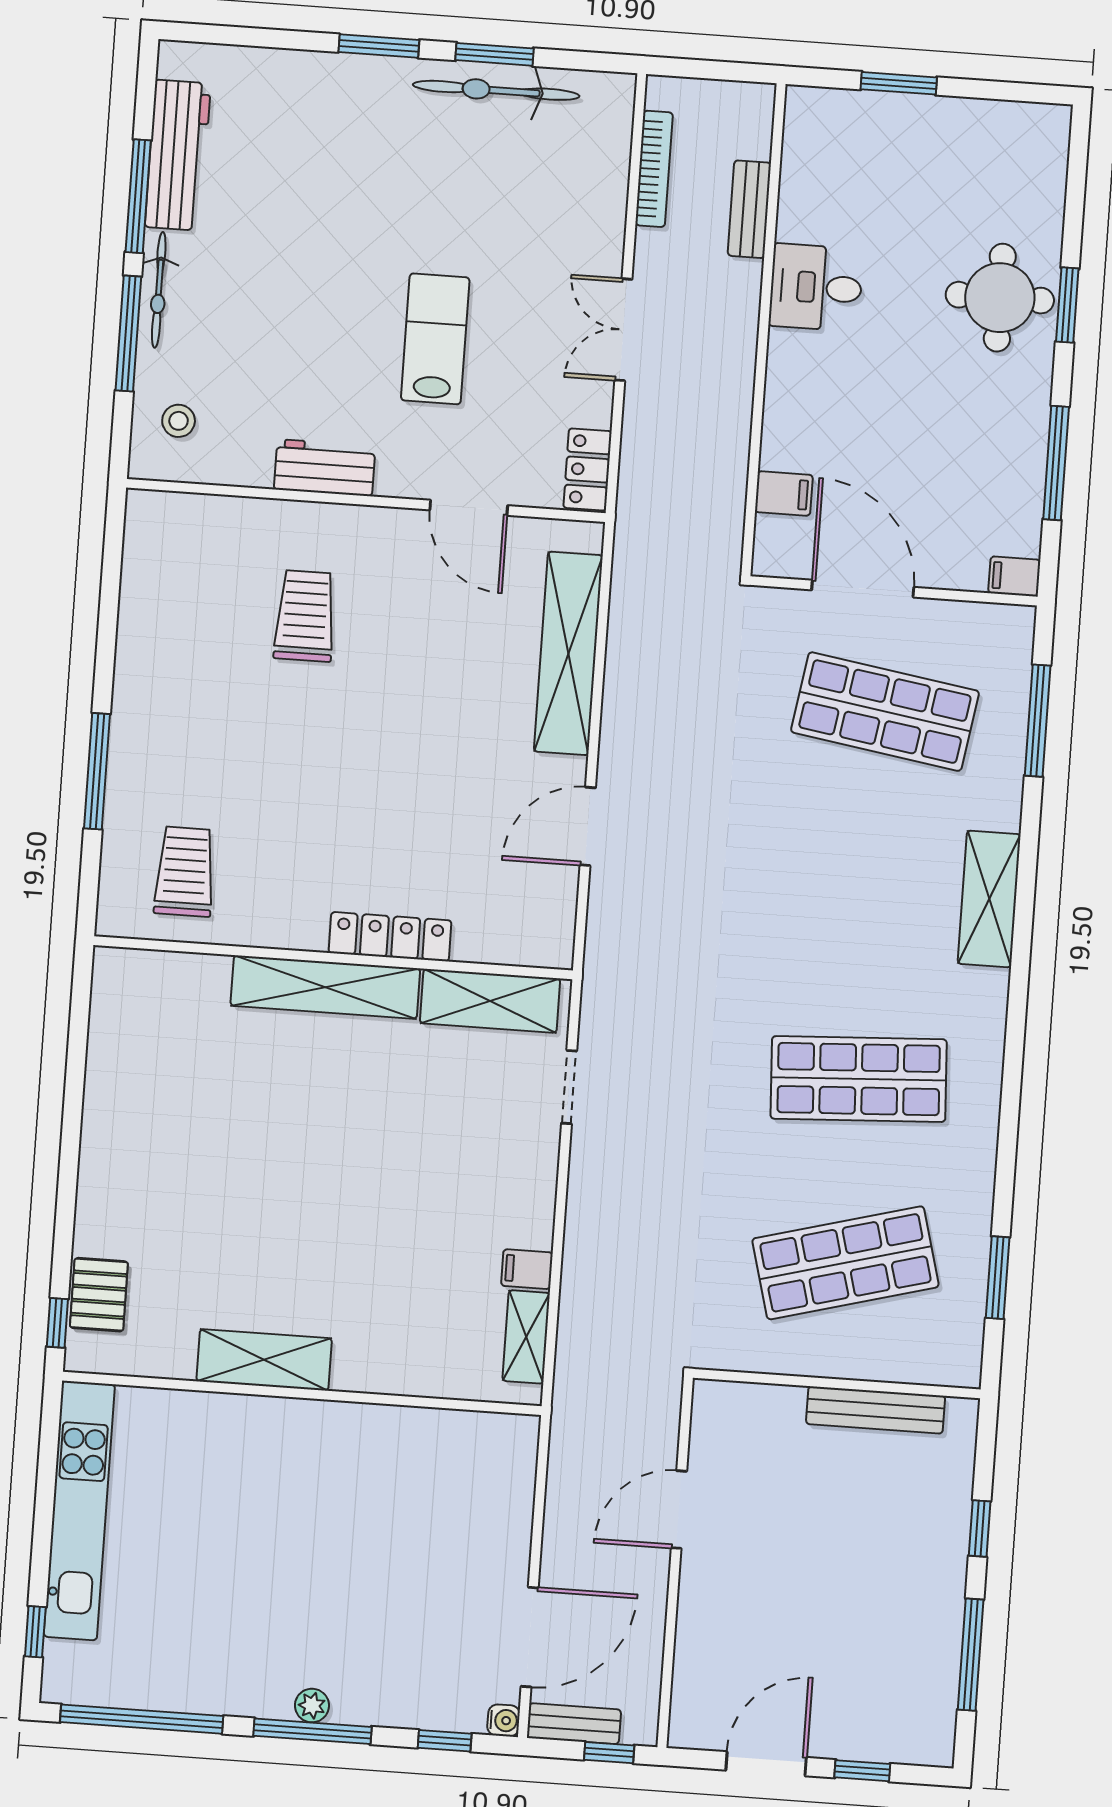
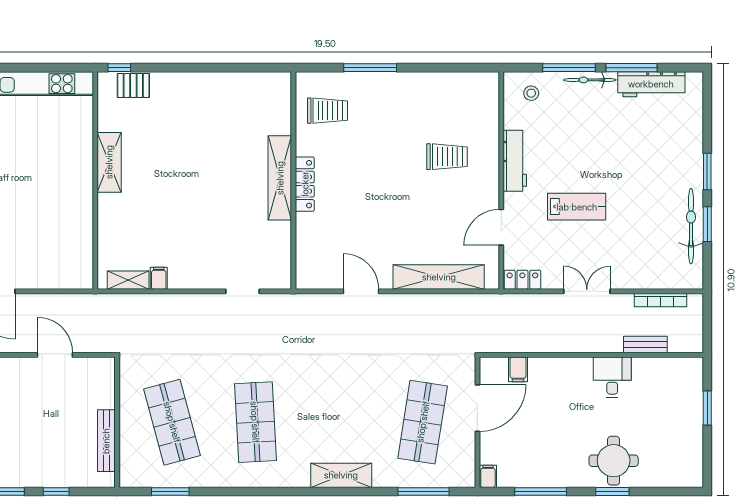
workbench: (325, 468) -> (515, 161), width x1.38
locker: (390, 937) -> (305, 184), moved
shelving: (490, 1001) -> (279, 253), removed

